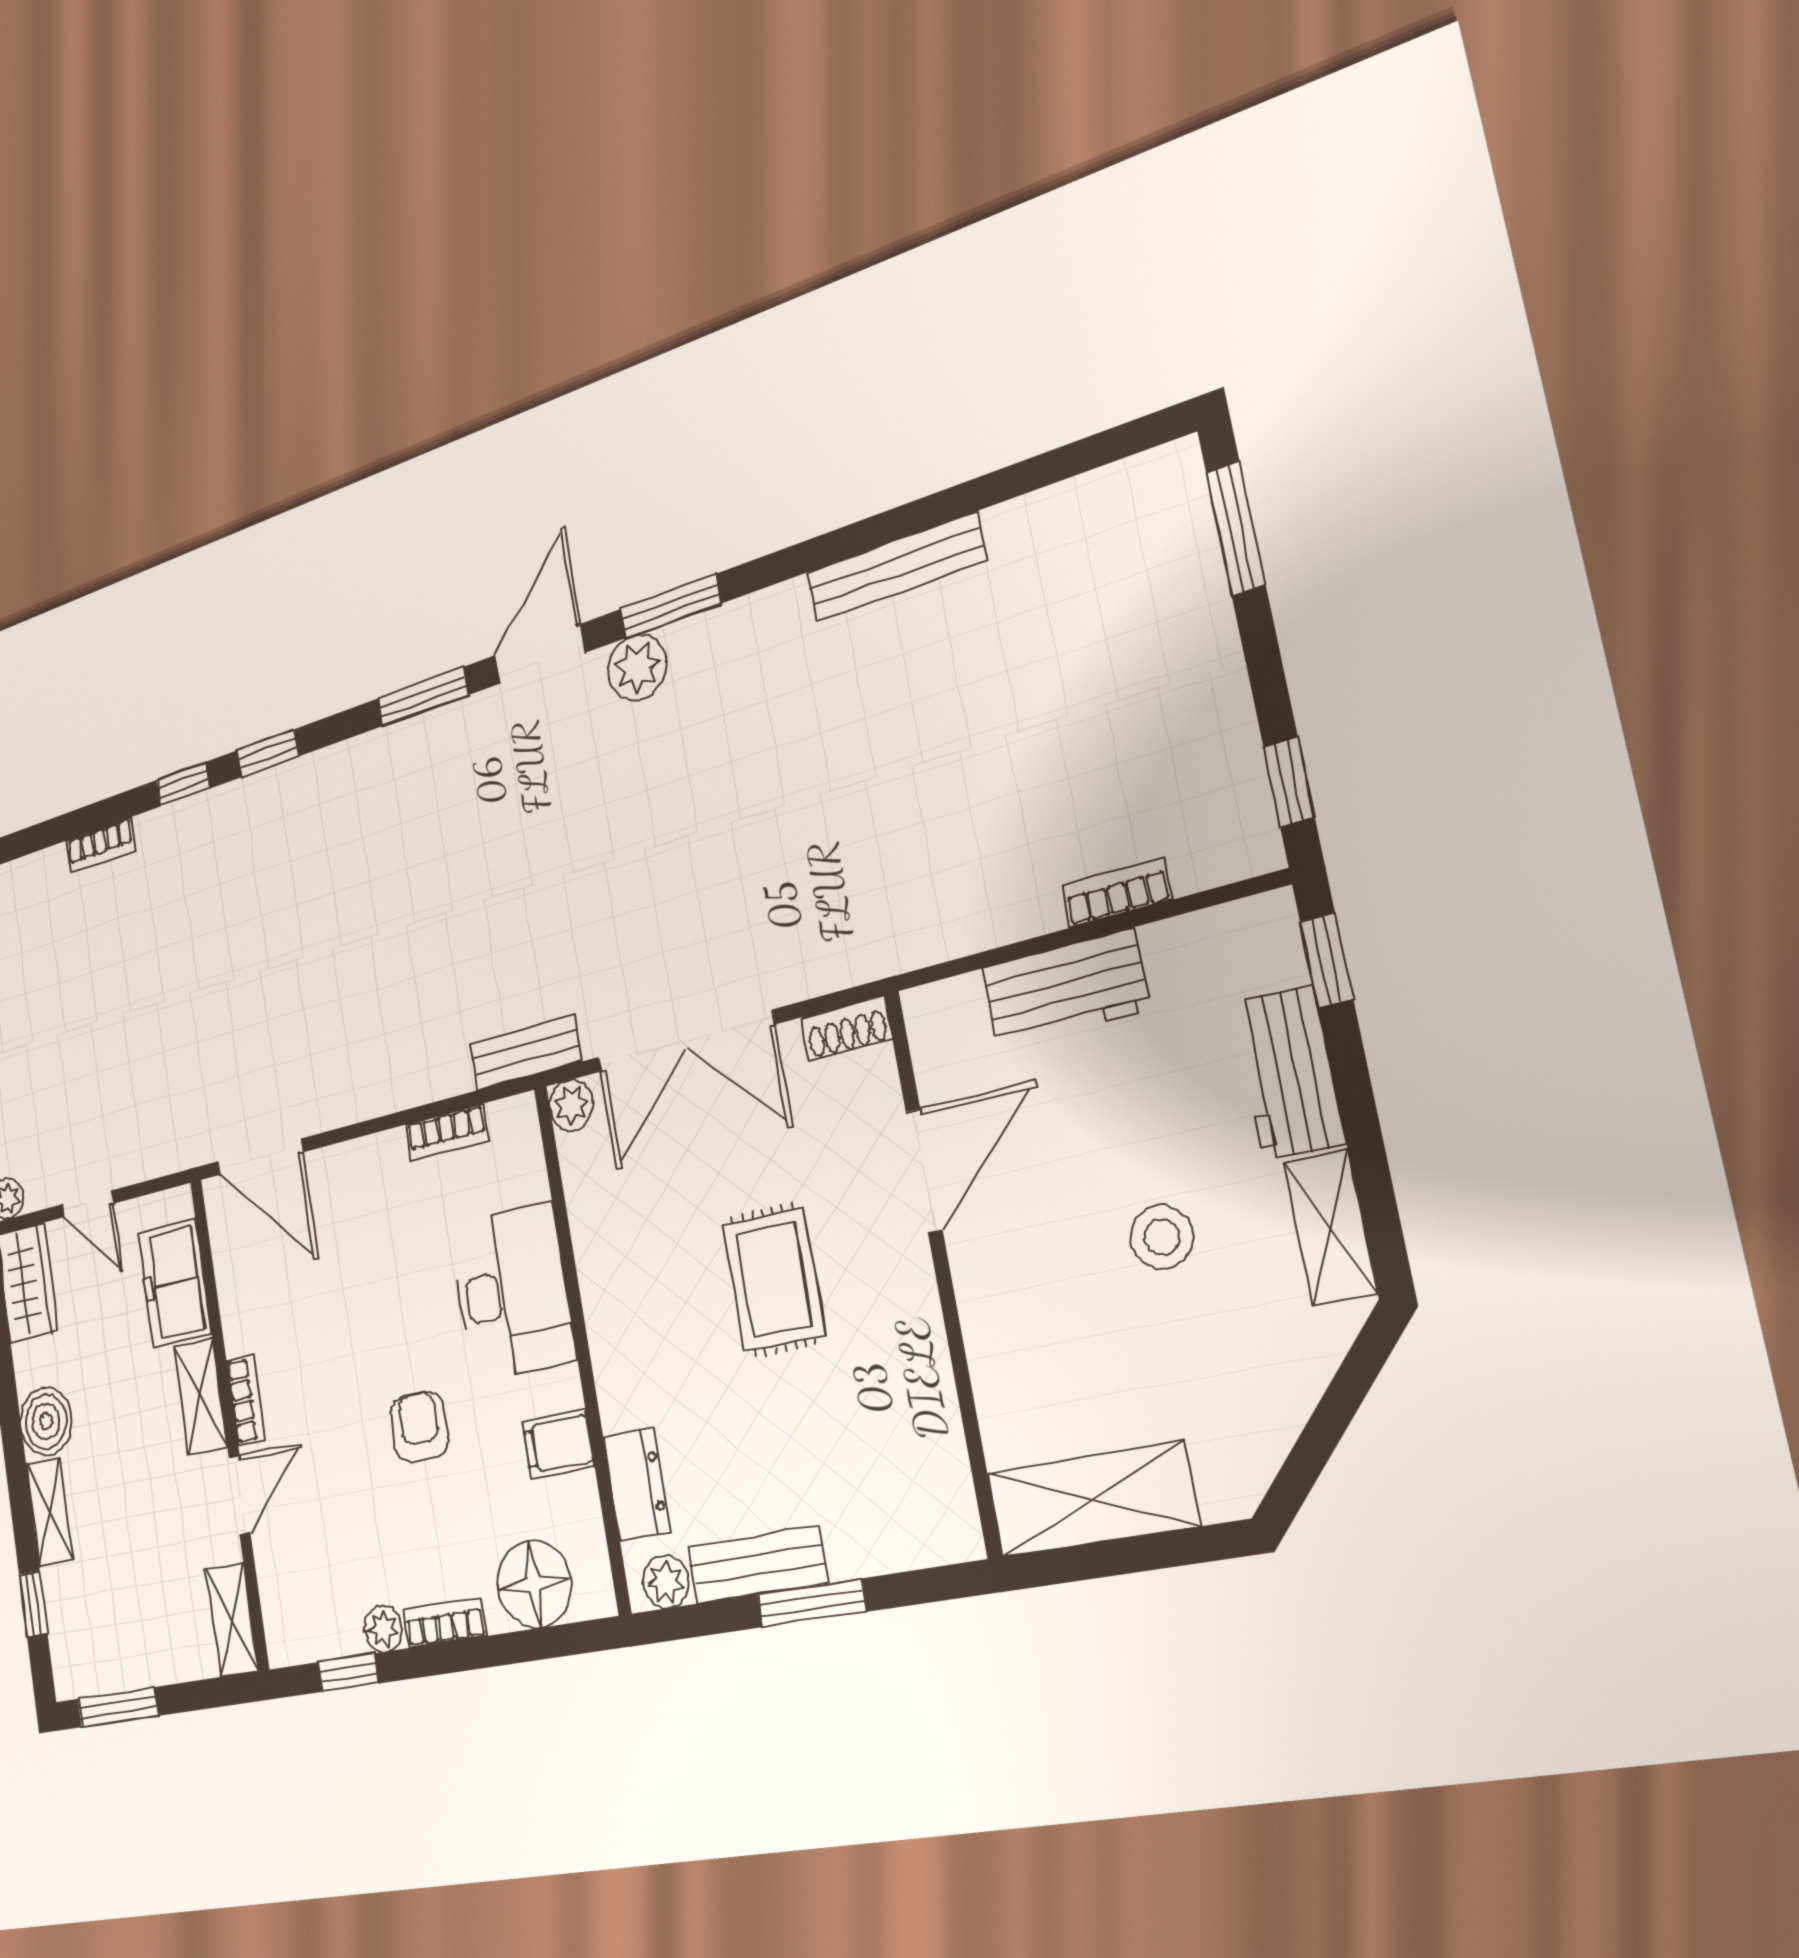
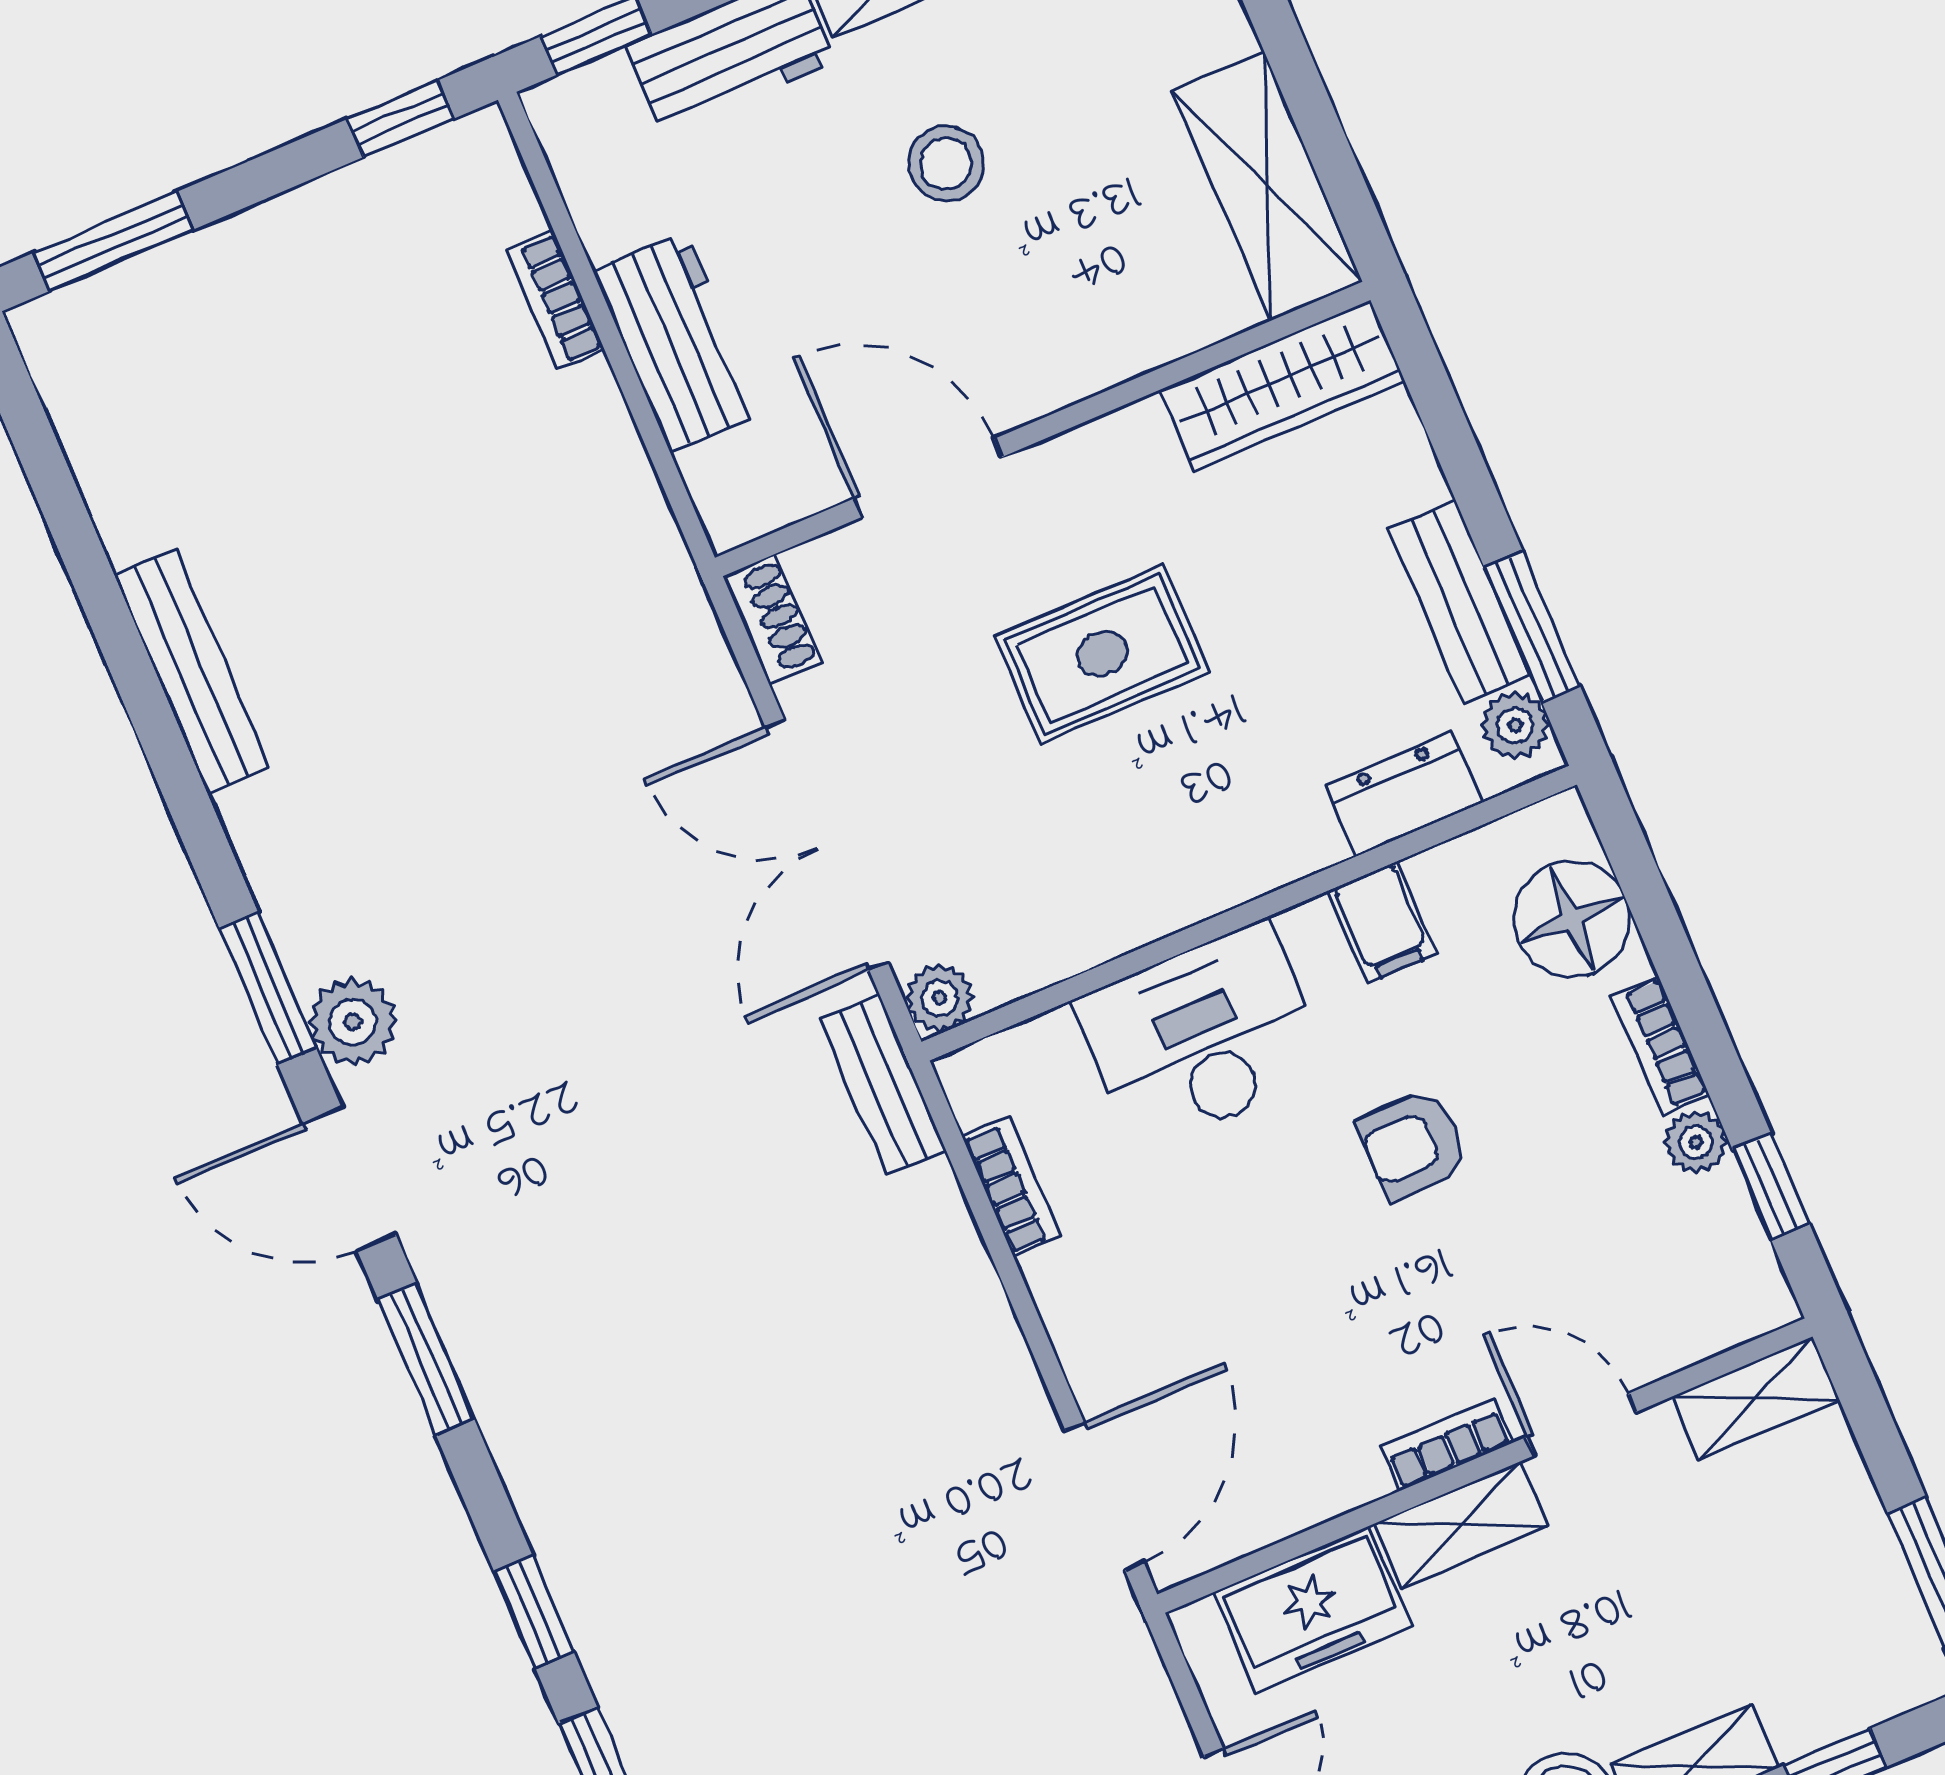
double door: (685, 1041) -> (827, 845), swing flipped
wardrobe: (937, 1470) -> (1282, 386), added
window: (811, 1603) -> (1532, 627), moved

